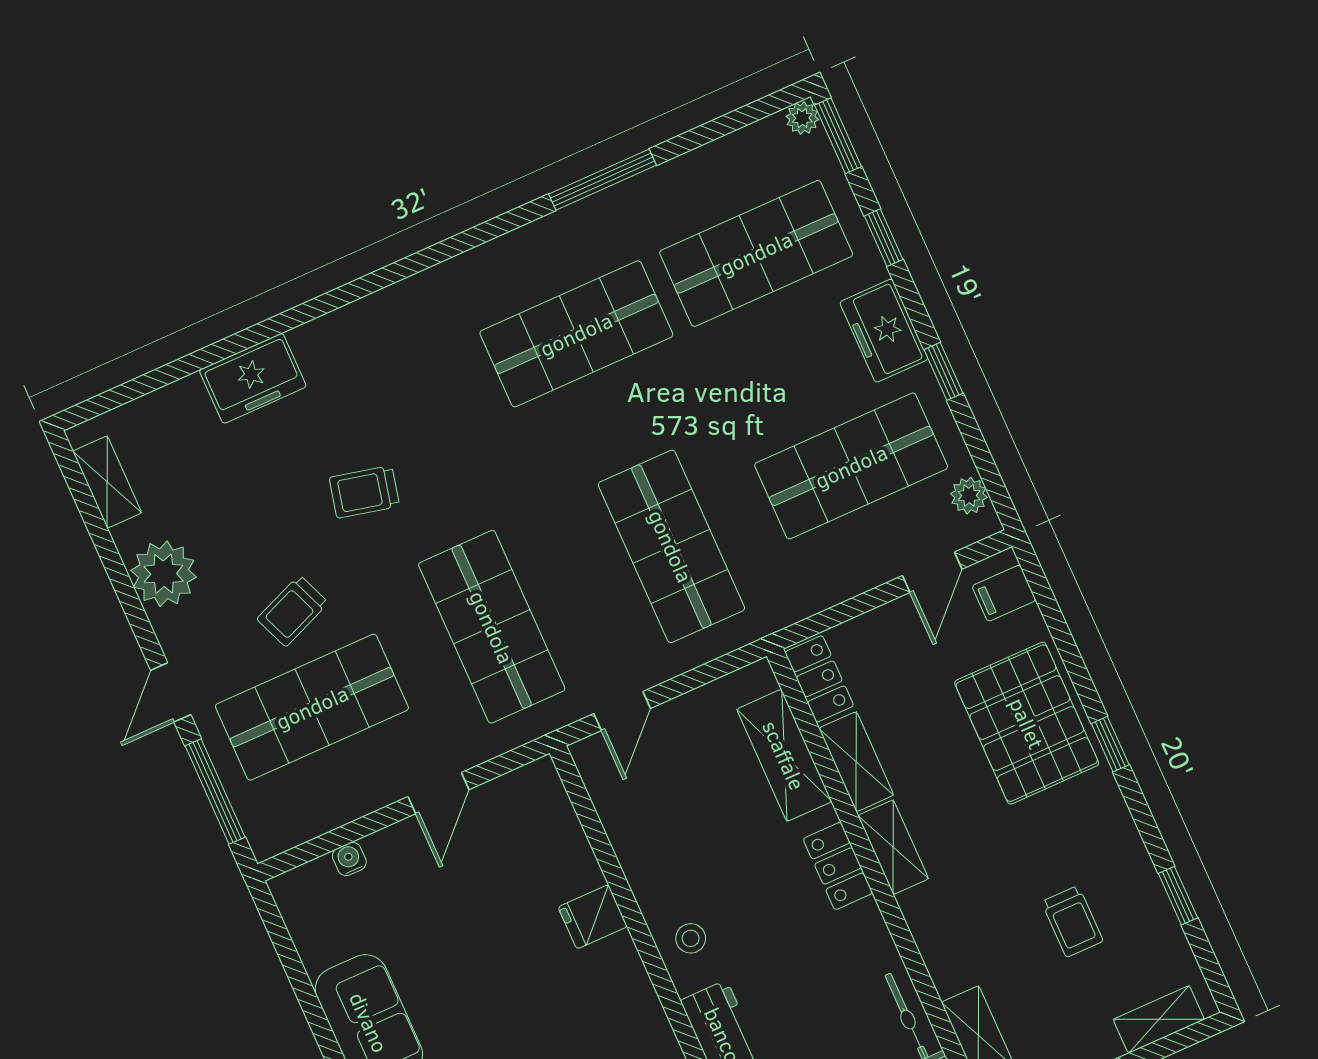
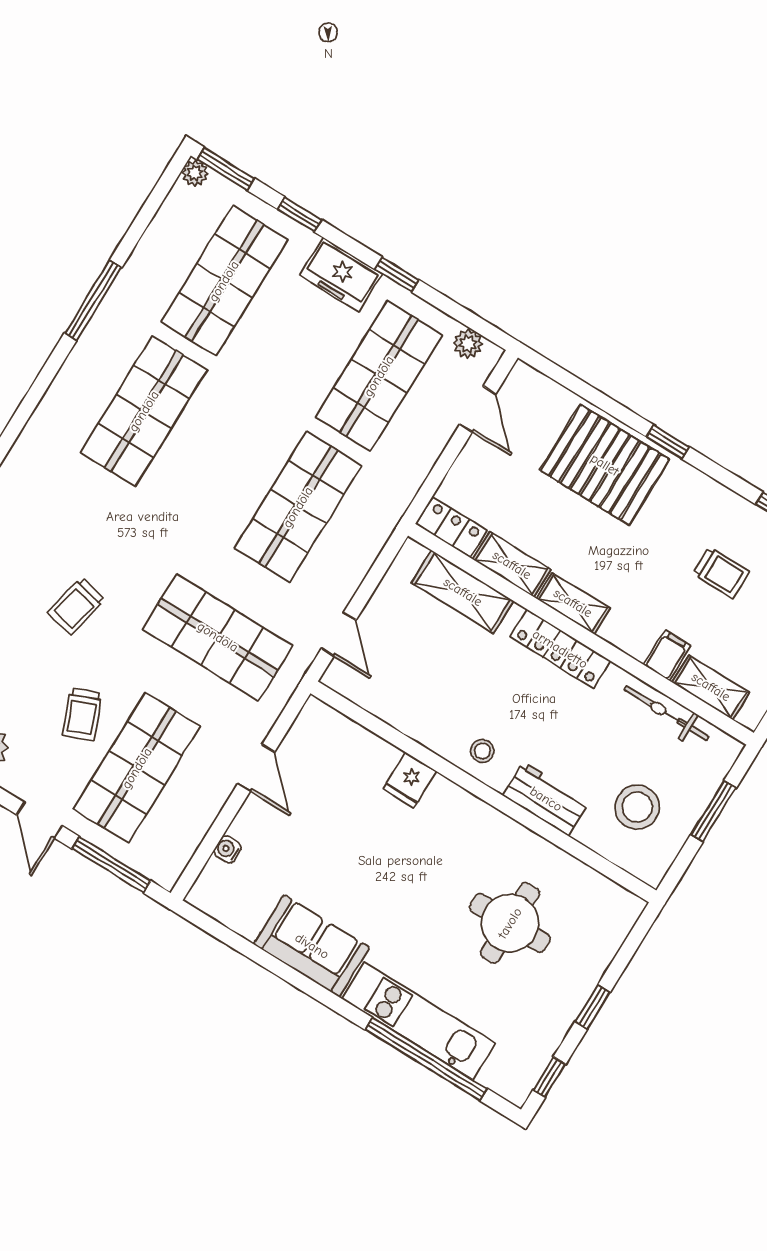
shop shelf: (671, 546) -> (298, 507), turned 90
filing cabinet: (1004, 593) -> (667, 655), moved, turned 180
locker: (838, 866) -> (560, 649), width x1.53

